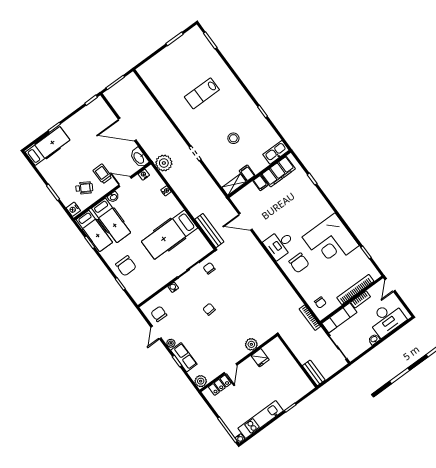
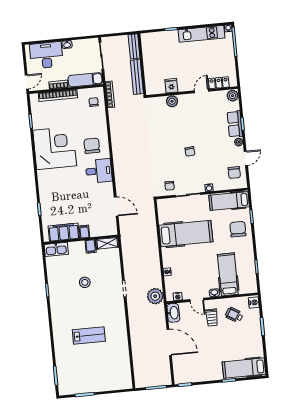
hospital bed: (94, 231) -> (229, 201), moved, turned -90
bench: (209, 231) -> (137, 77), moved

